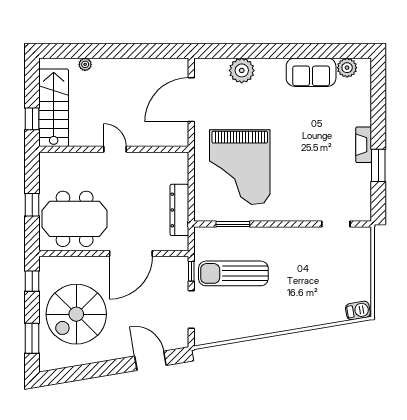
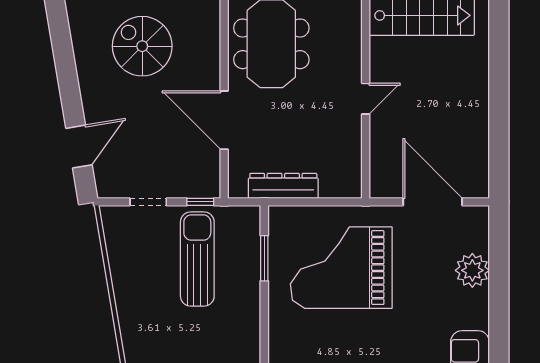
plant: (85, 64) -> (481, 58), removed
doorway: (191, 310) -> (148, 202), width x0.73
spiral stairs: (76, 314) -> (142, 46), width x0.73, depth x0.73

